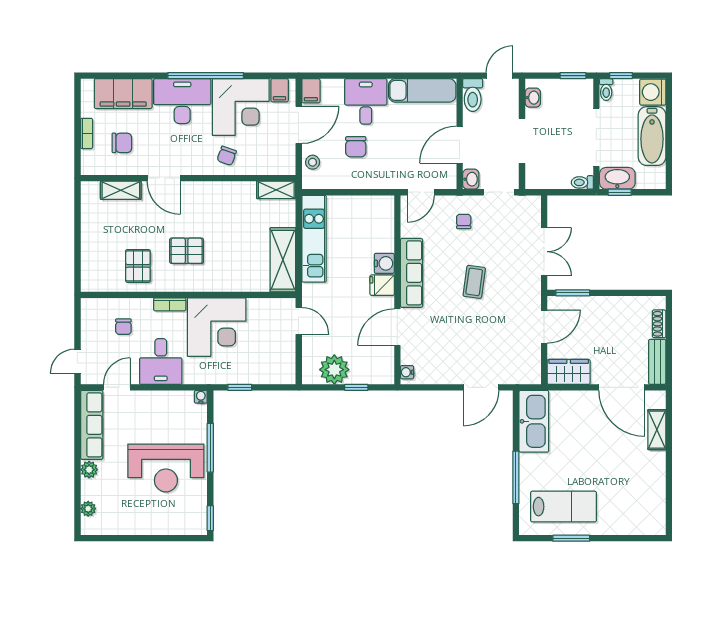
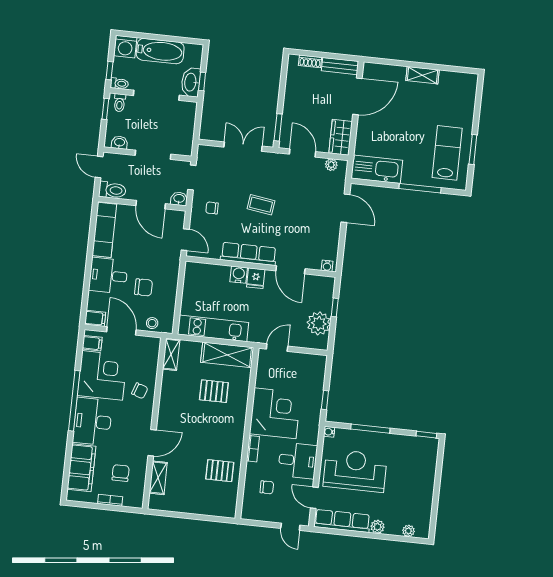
toilet: (582, 182) -> (120, 103), moved
pallet: (187, 251) -> (214, 391), moved, turned 90
plant: (533, 364) -> (331, 165), added
shelving: (657, 430) -> (422, 75), moved
reception desk: (166, 468) -> (355, 471), moved, turned -90

